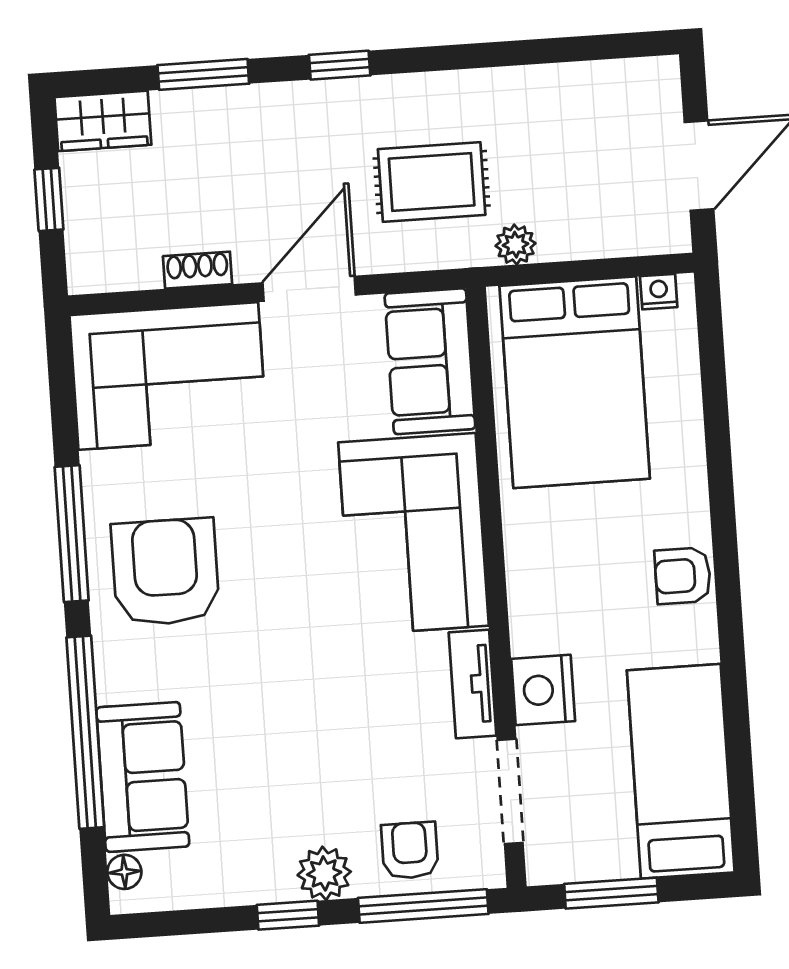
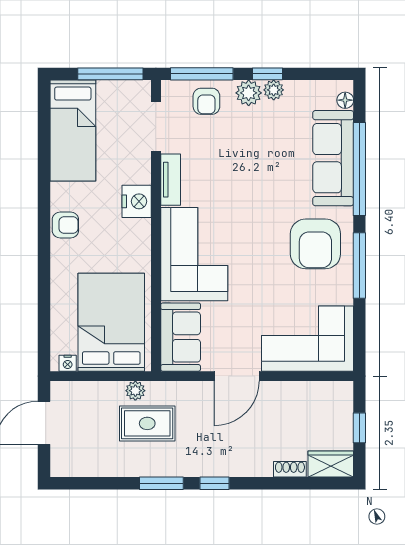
window: (203, 74) -> (161, 483), moved
rug: (432, 182) -> (147, 423), moved
shoe rack: (198, 270) -> (290, 469), moved, turned 180
nightstand: (543, 690) -> (137, 201), moved
sofa: (143, 777) -> (333, 158), width x1.36
plant: (273, 883) -> (274, 90), added
window: (611, 893) -> (110, 74), width x1.44

